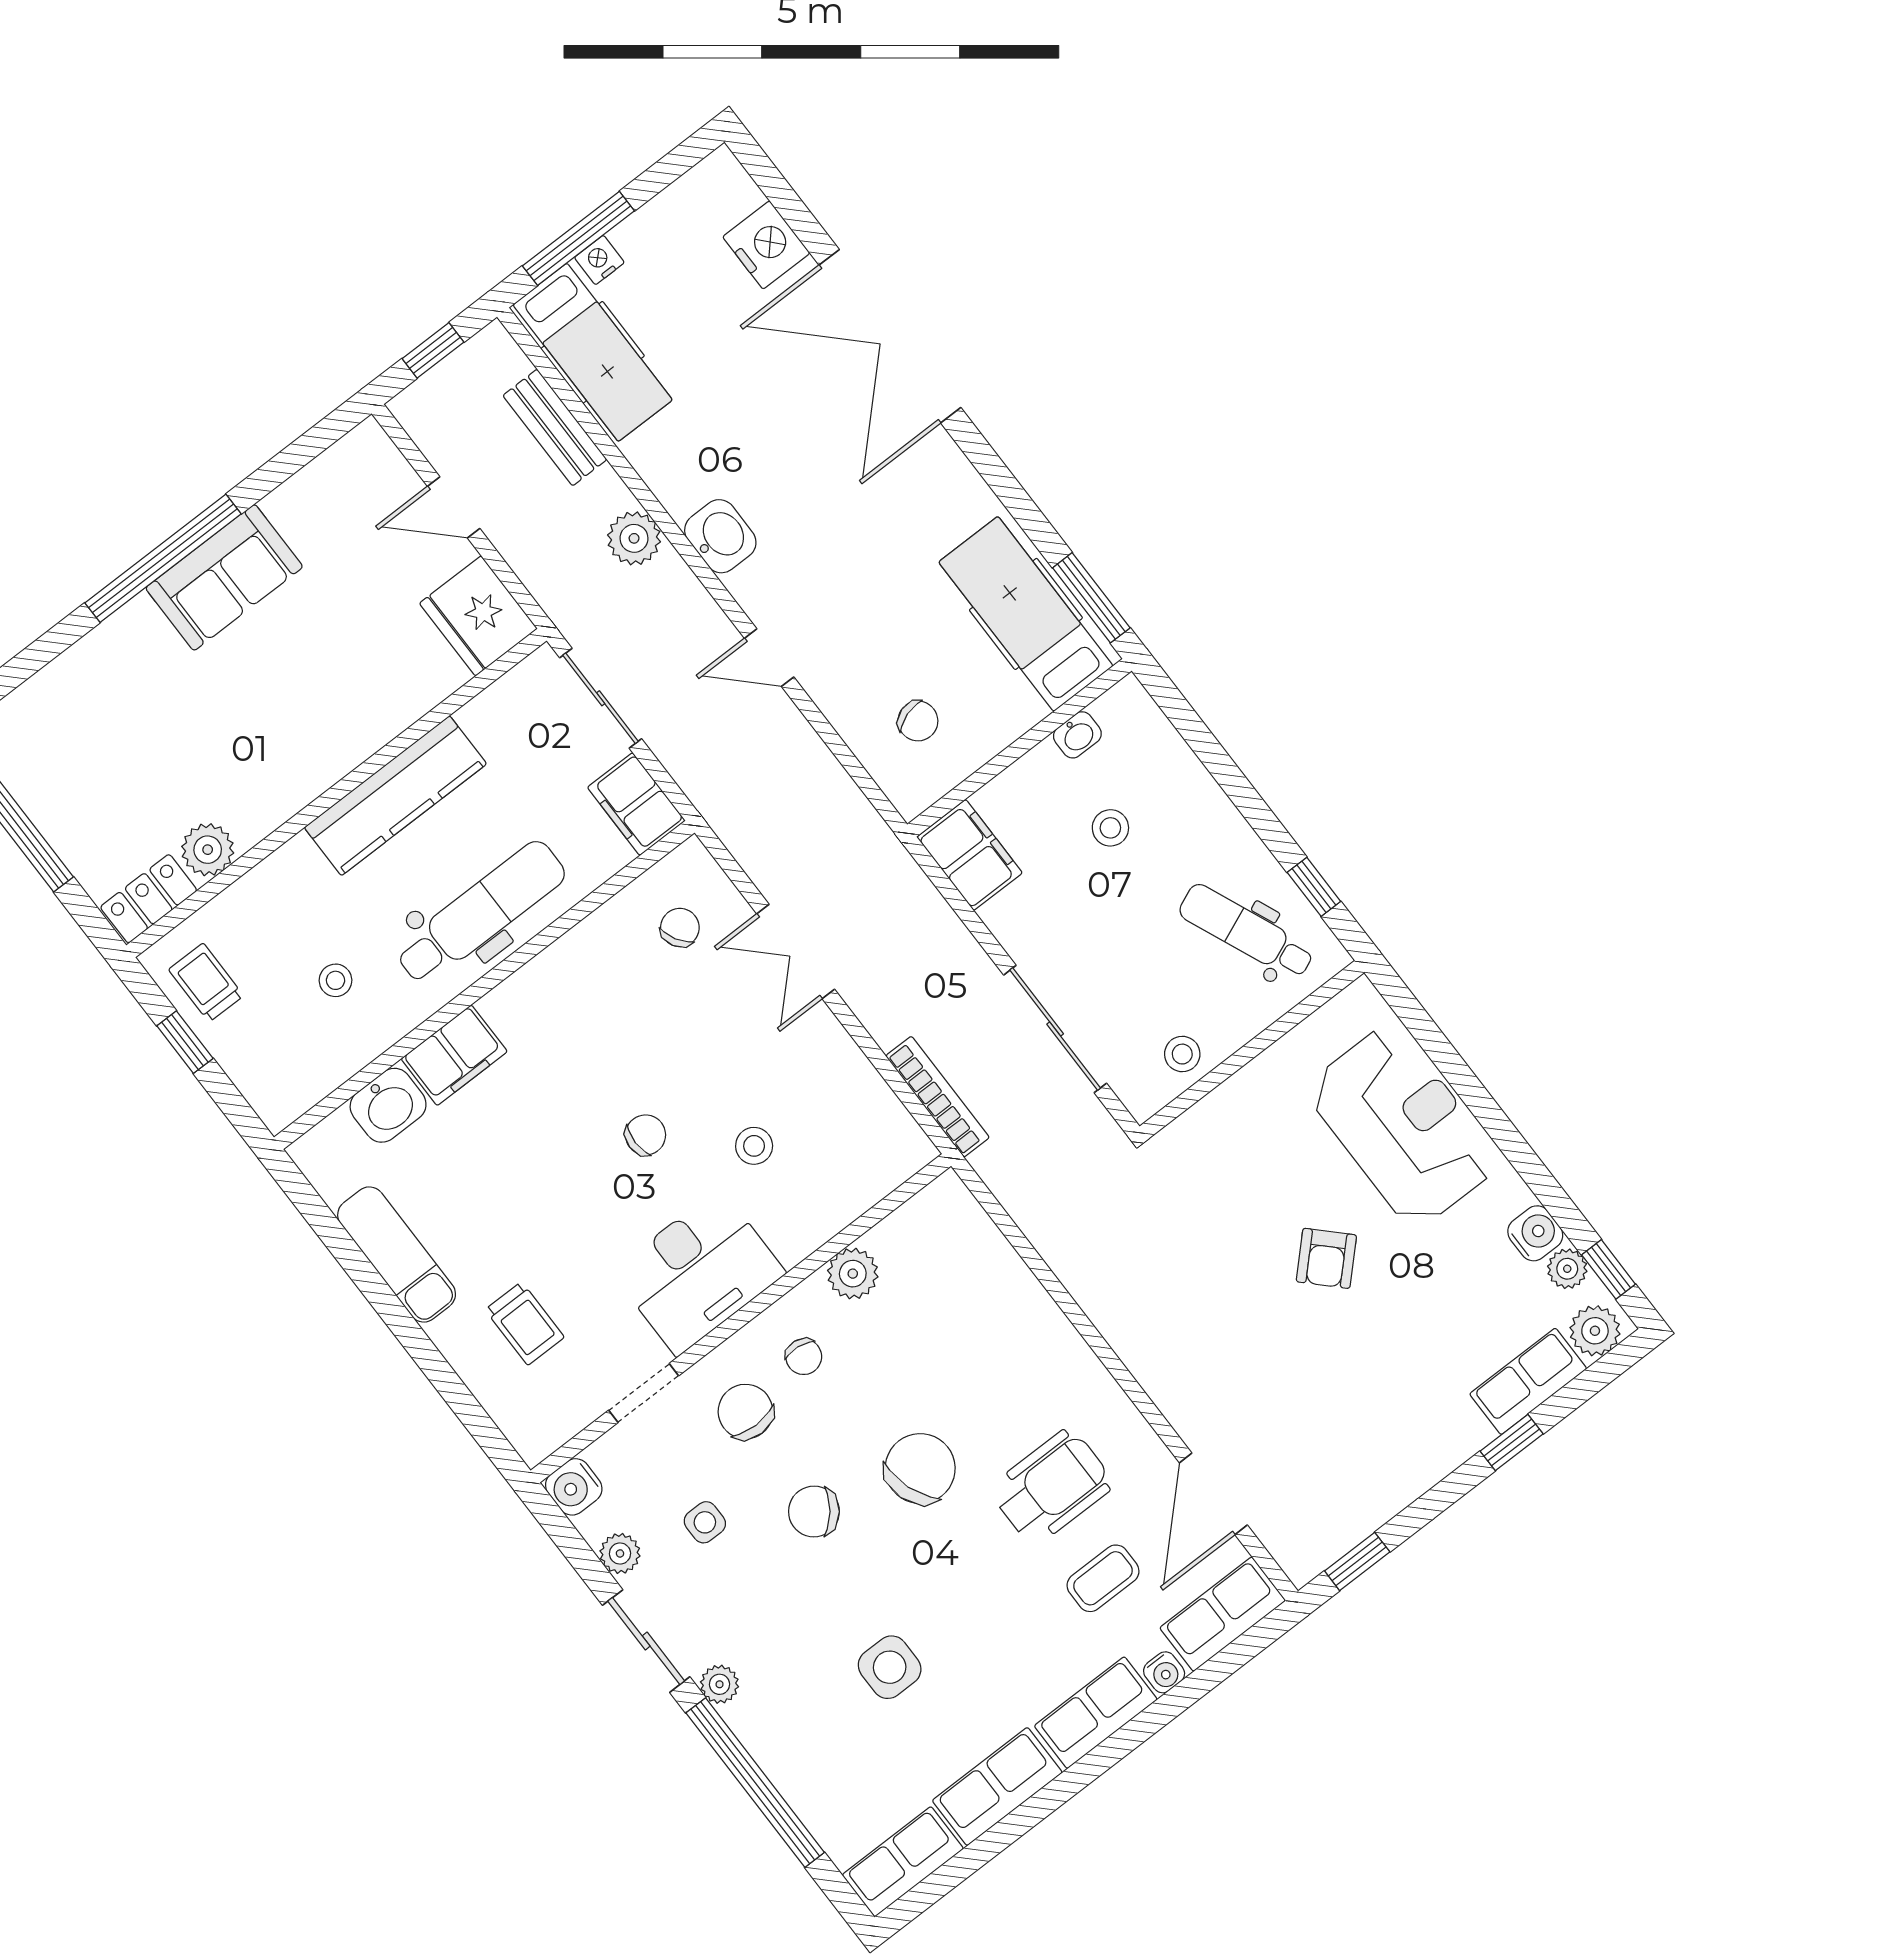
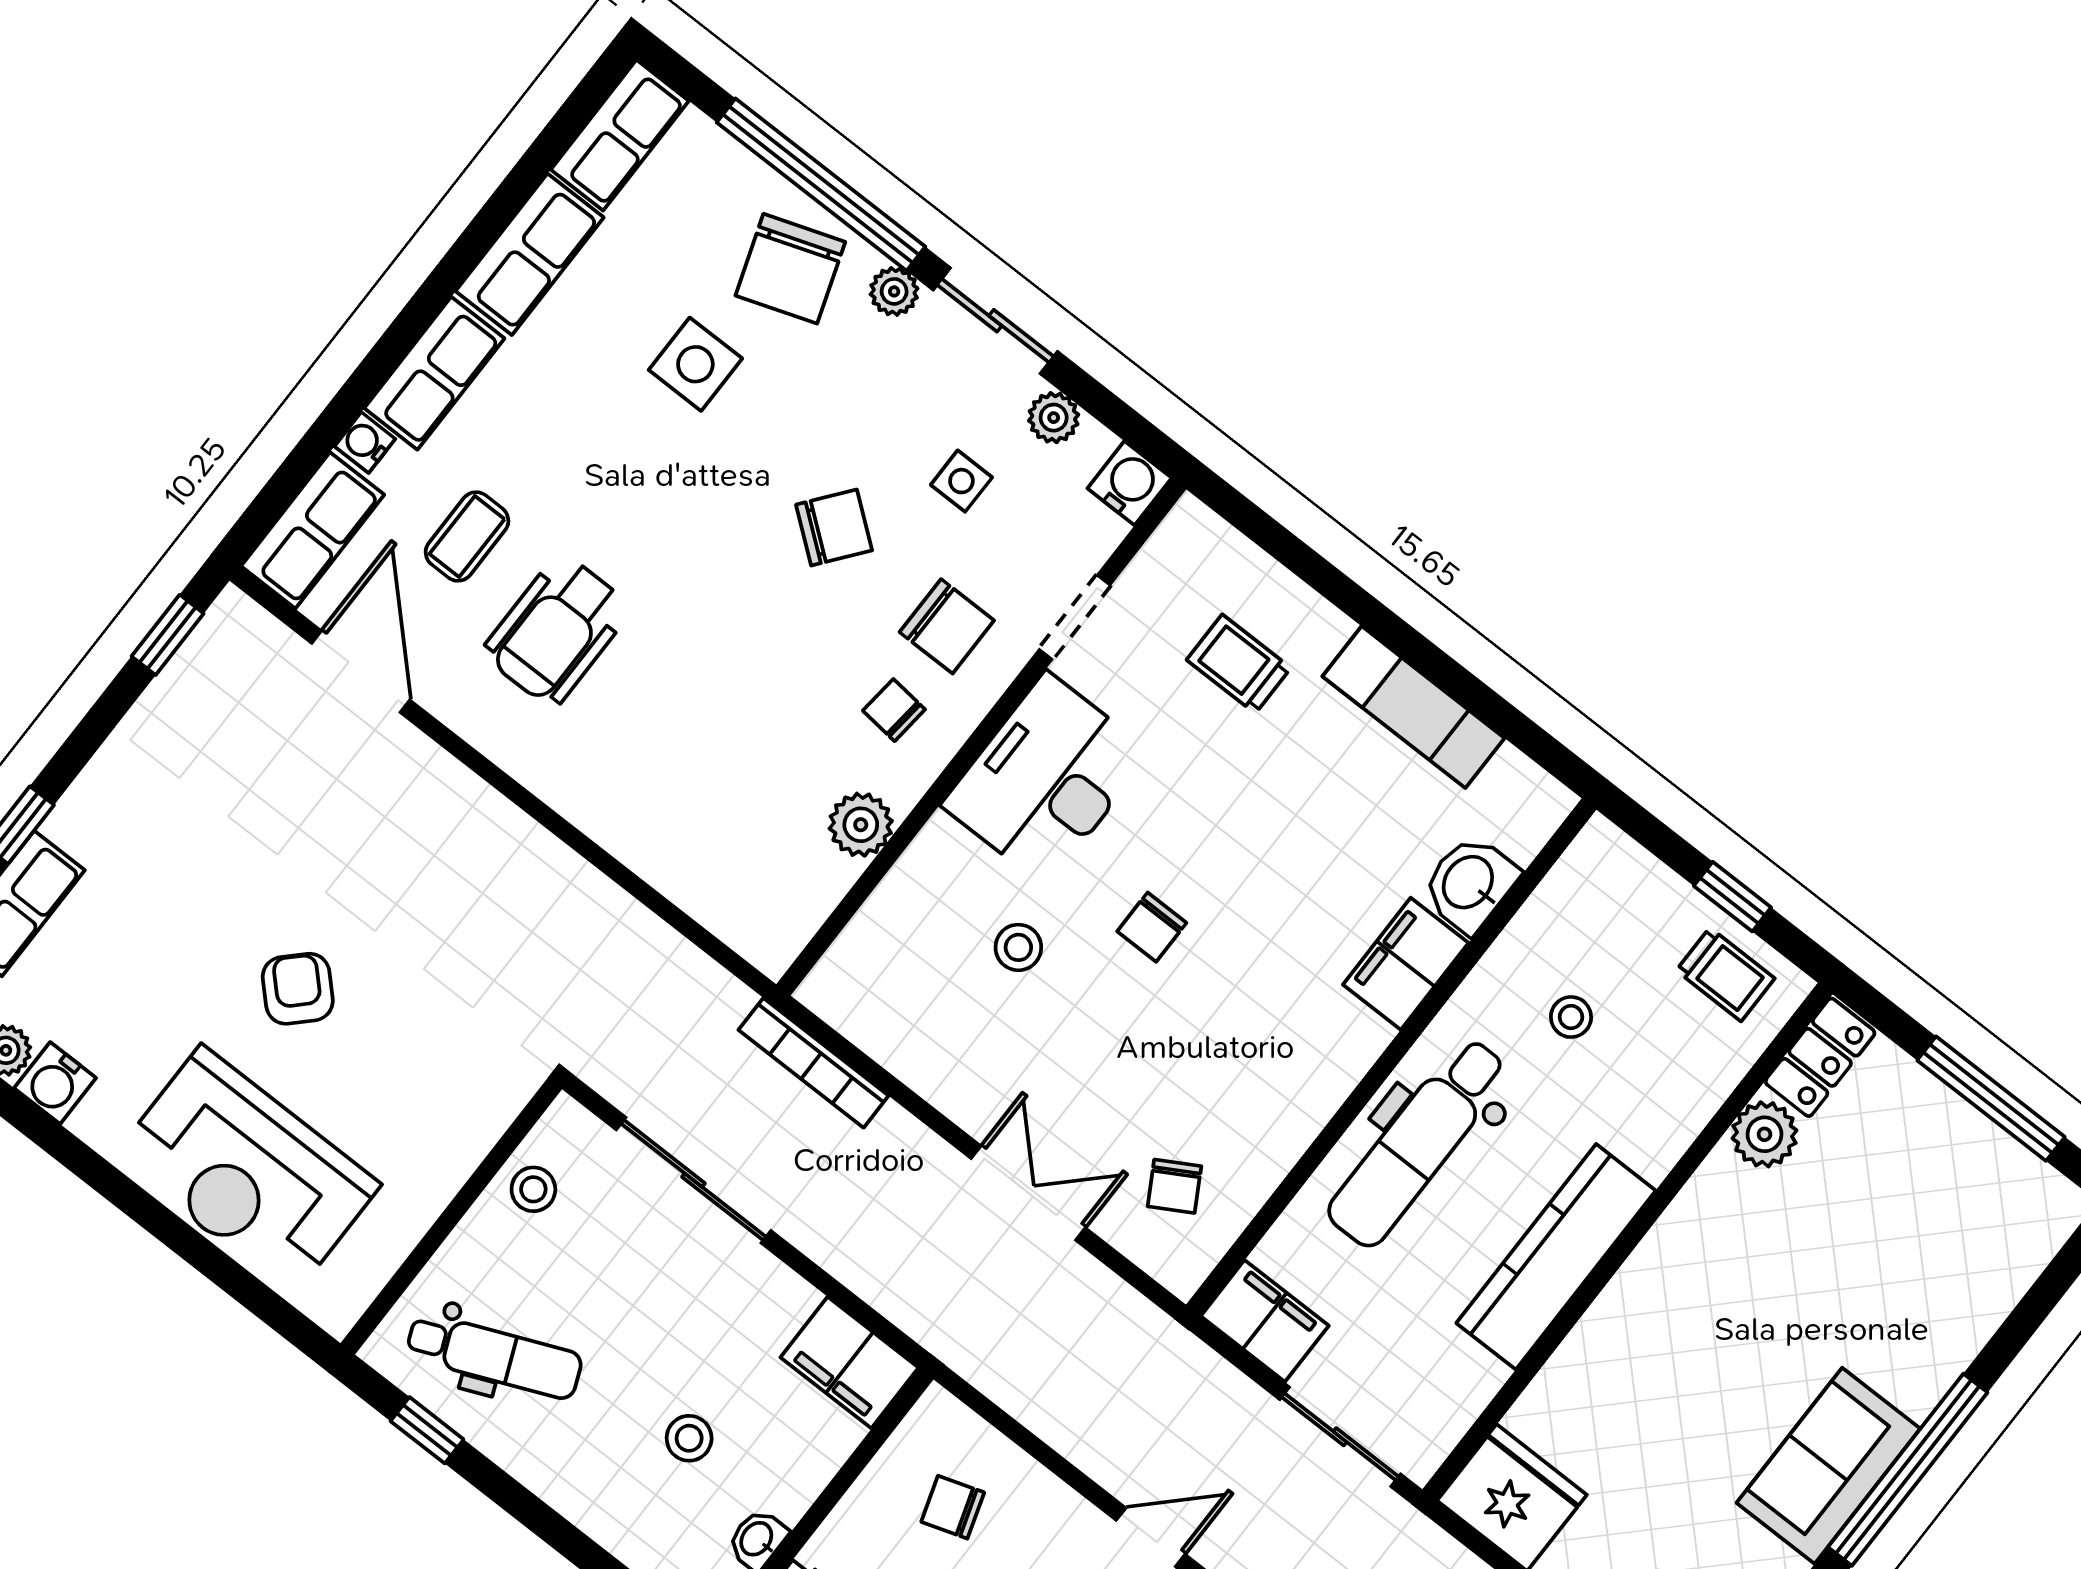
chair: (920, 1469) -> (790, 269), moved

